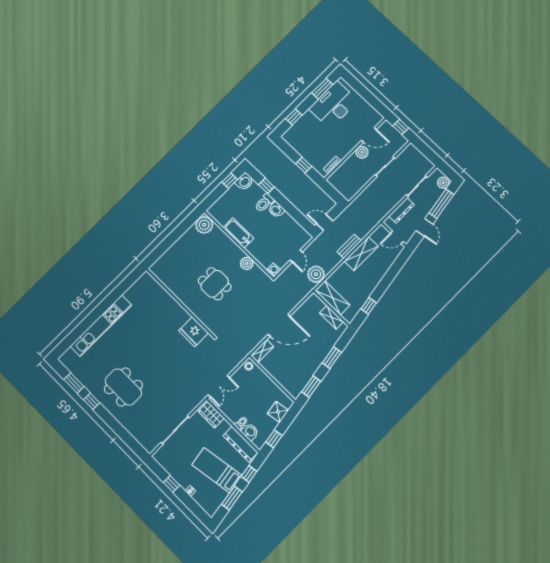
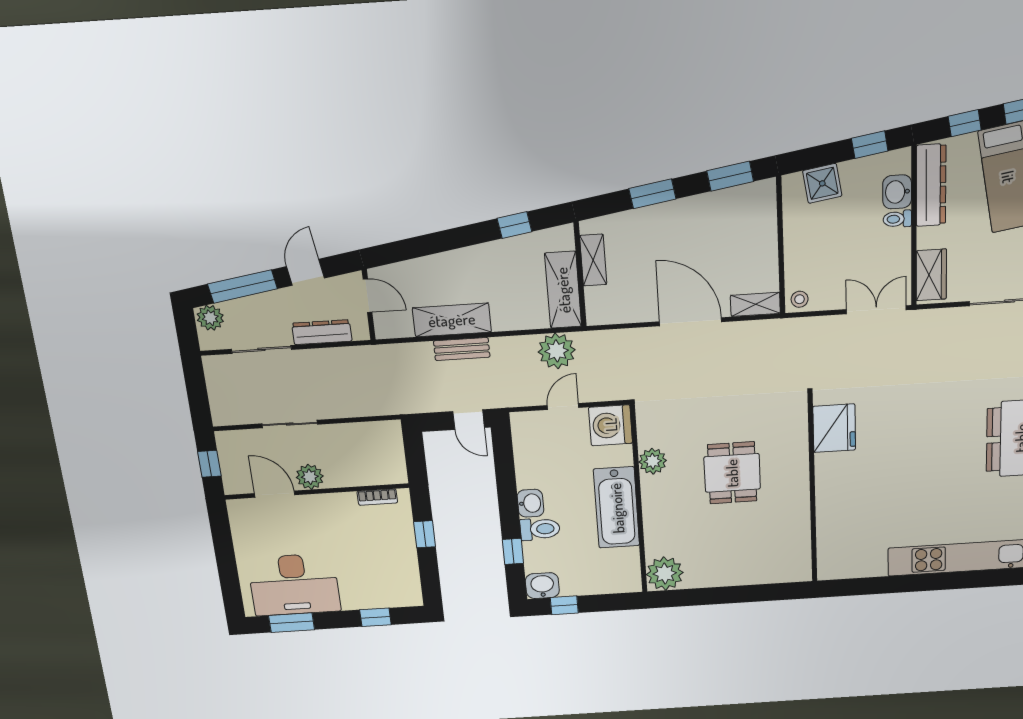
bathtub: (239, 233) -> (617, 508), width x1.36, depth x1.36
washing machine: (273, 270) -> (611, 425), width x1.89, depth x1.89

